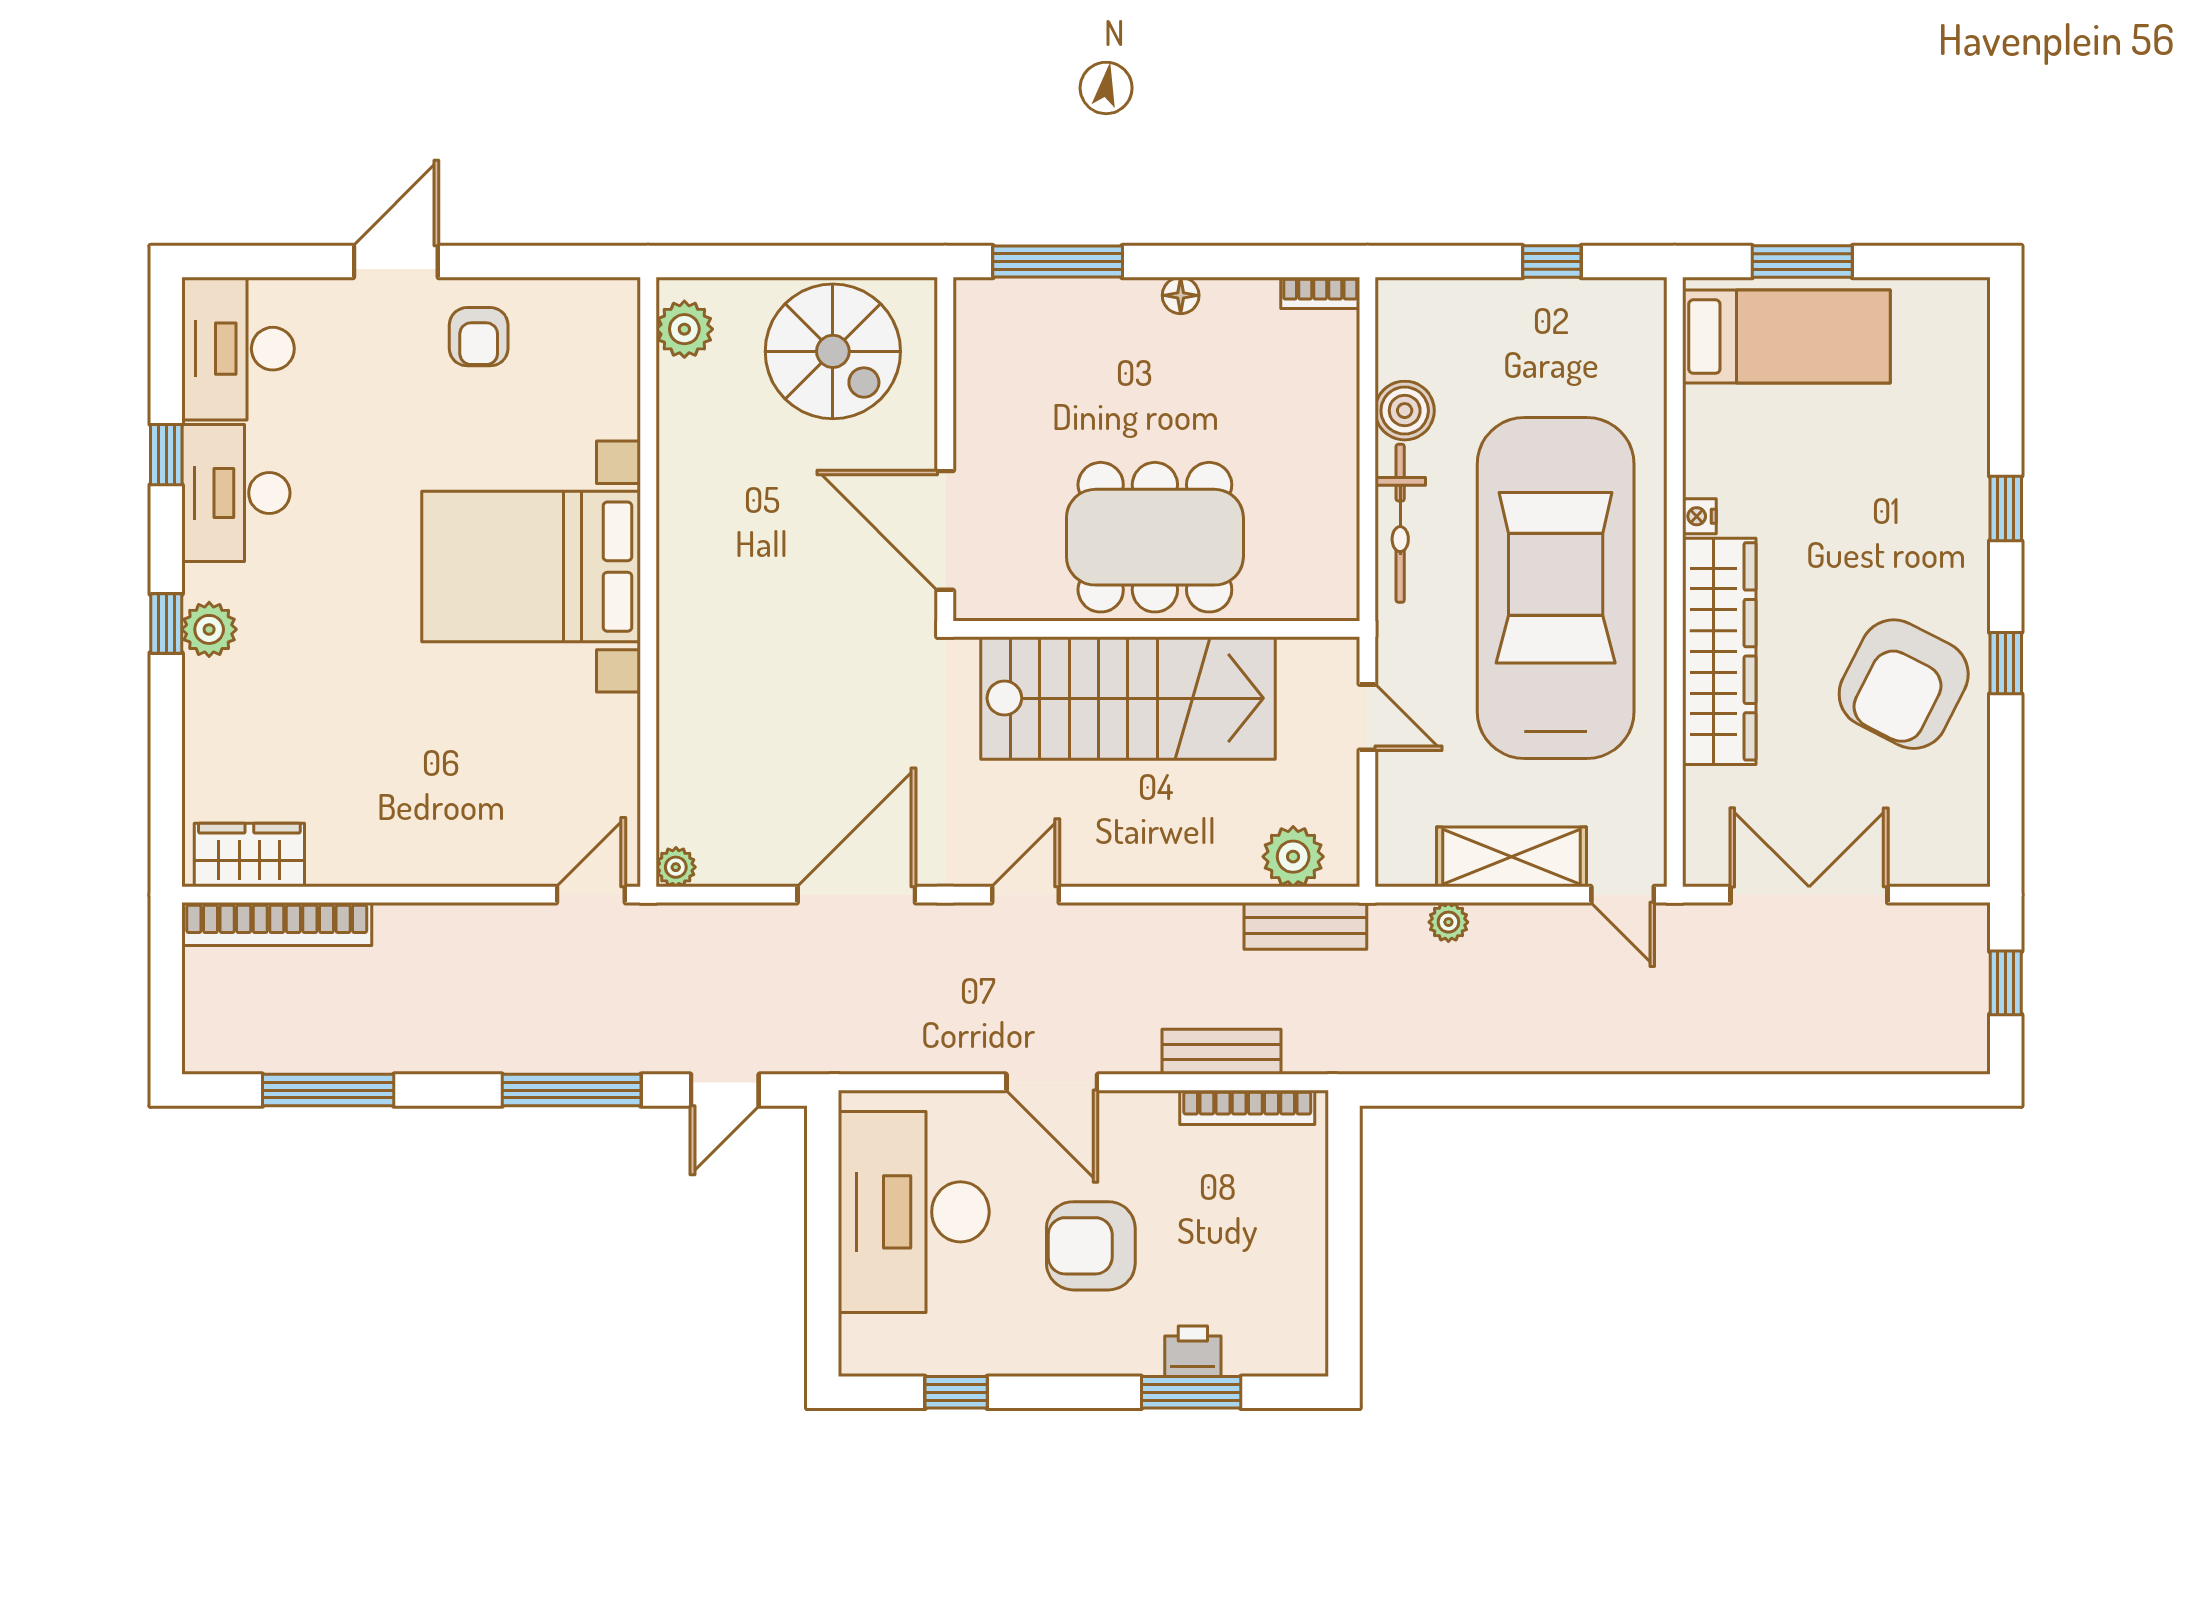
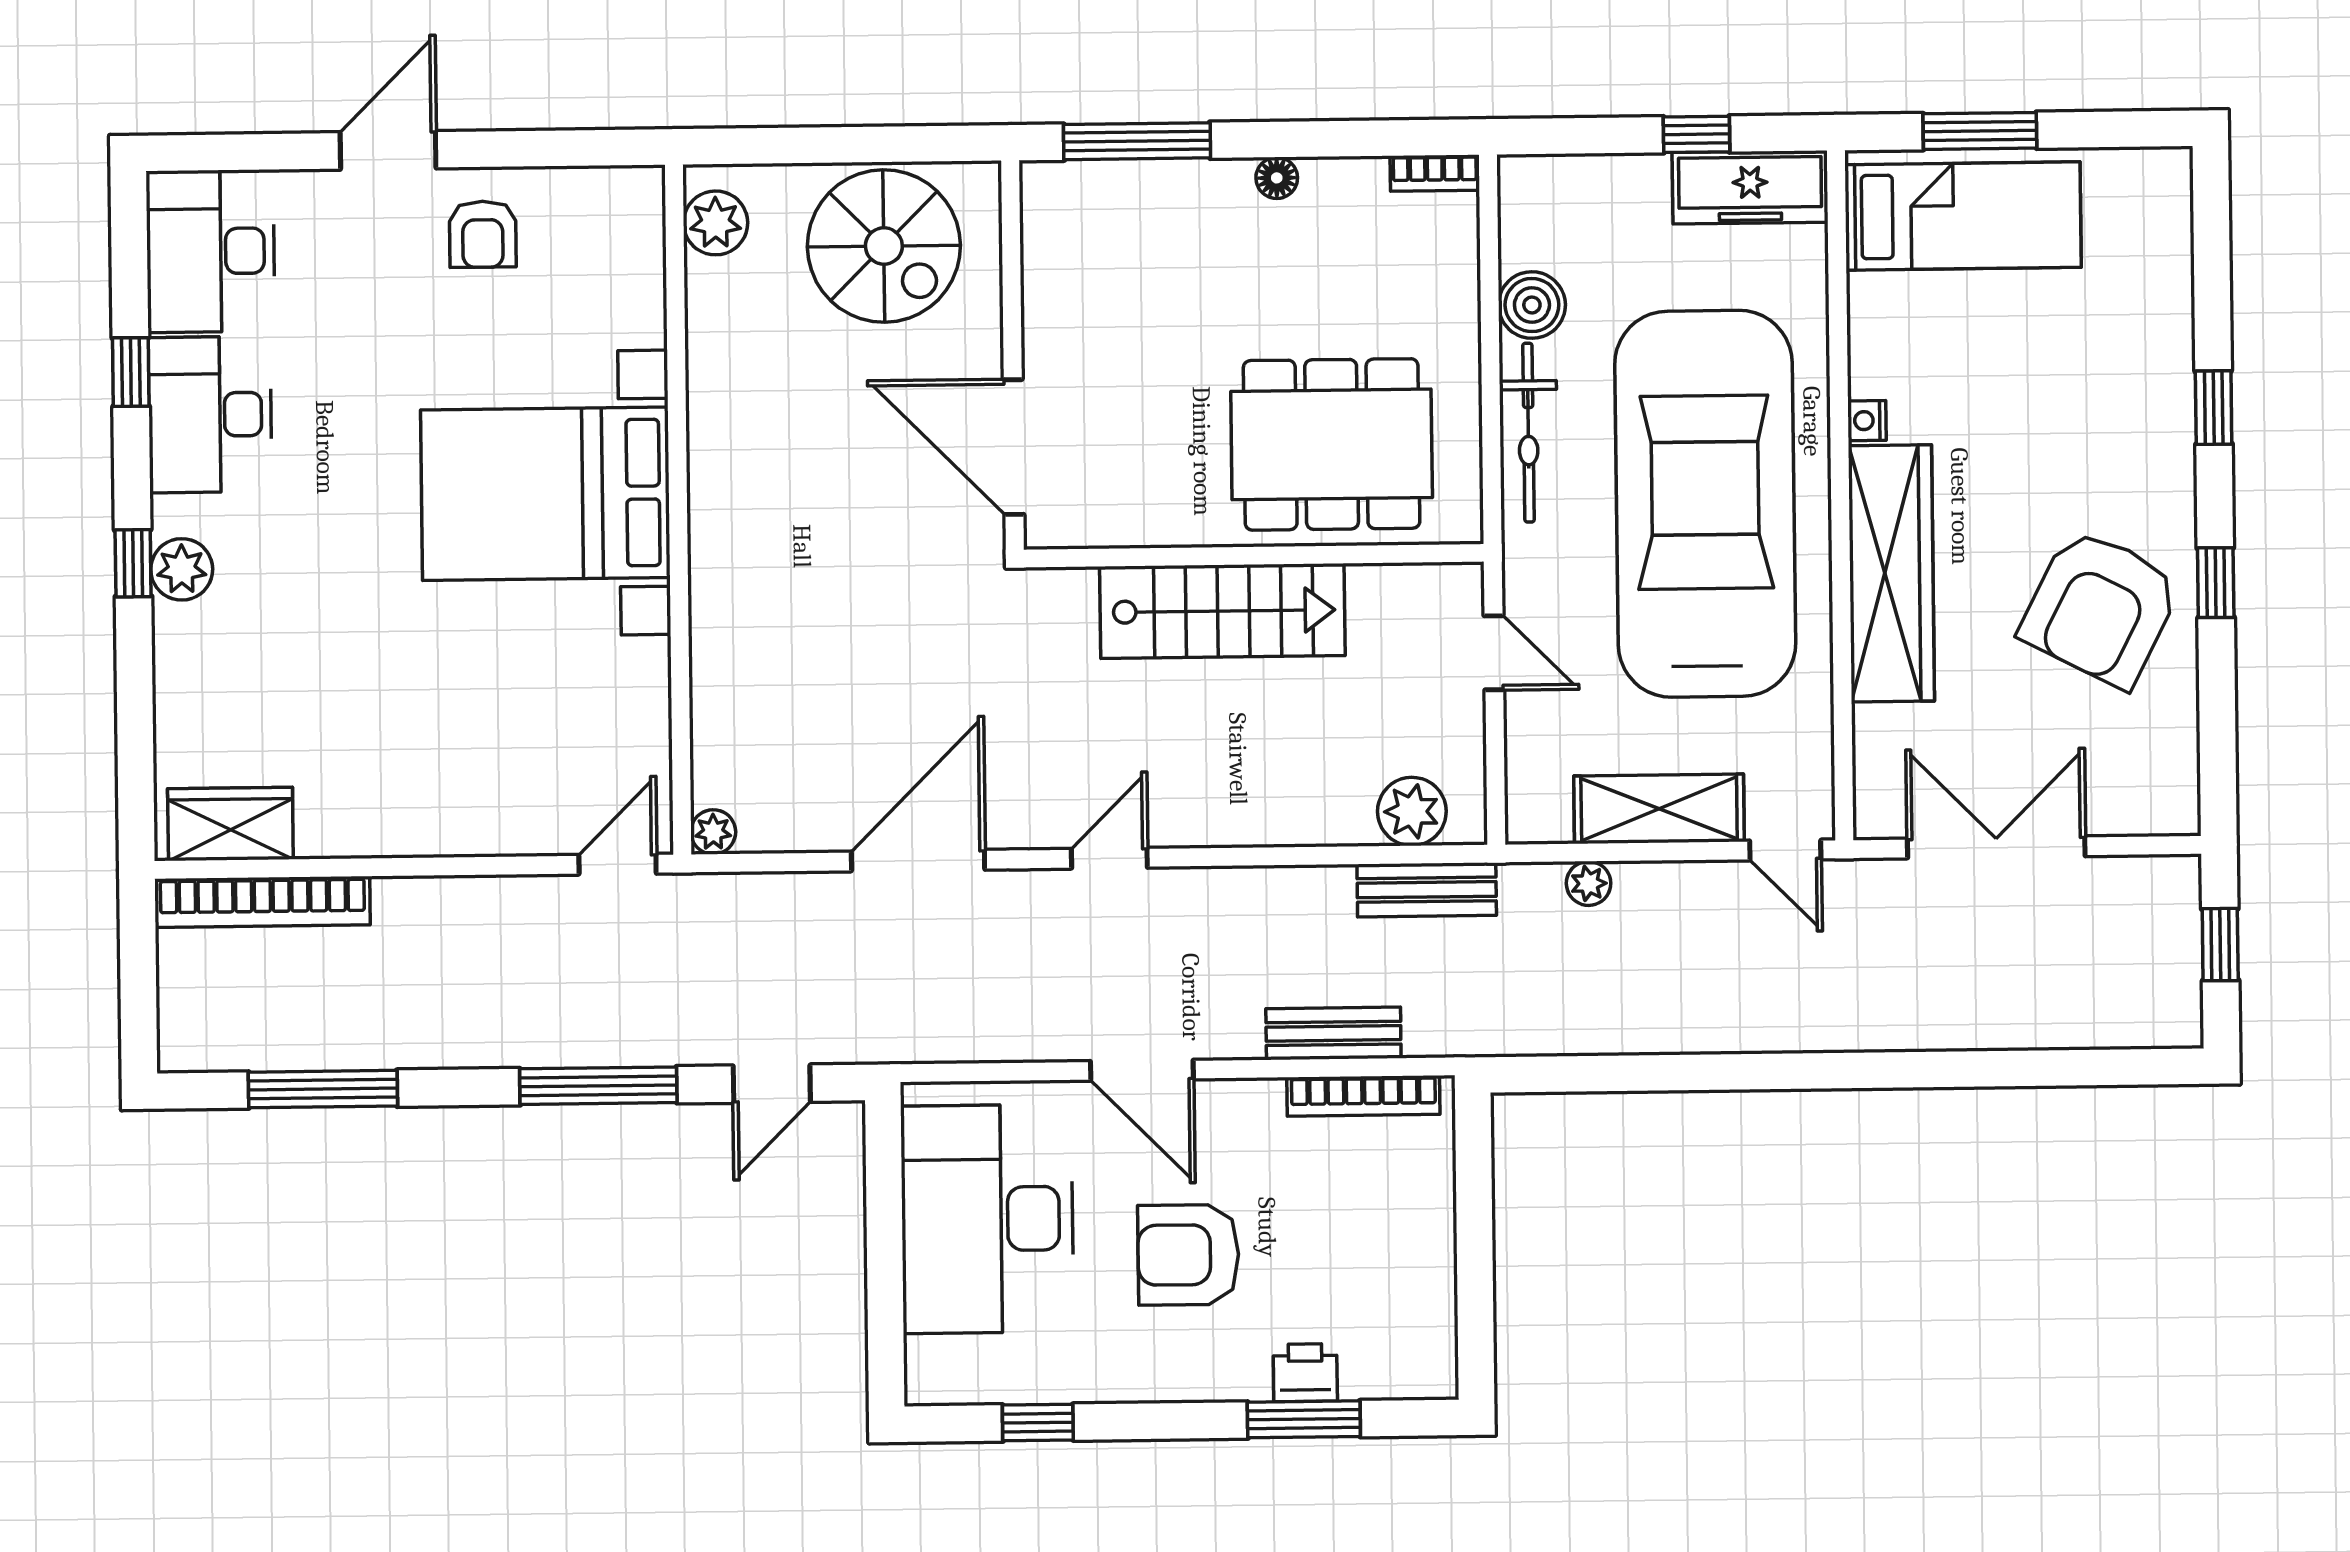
freezer: (1599, 309) -> (1750, 187), added
dining table: (1155, 537) -> (1332, 444), moved
stairs: (1128, 698) -> (1222, 611), width x0.73, depth x0.66

